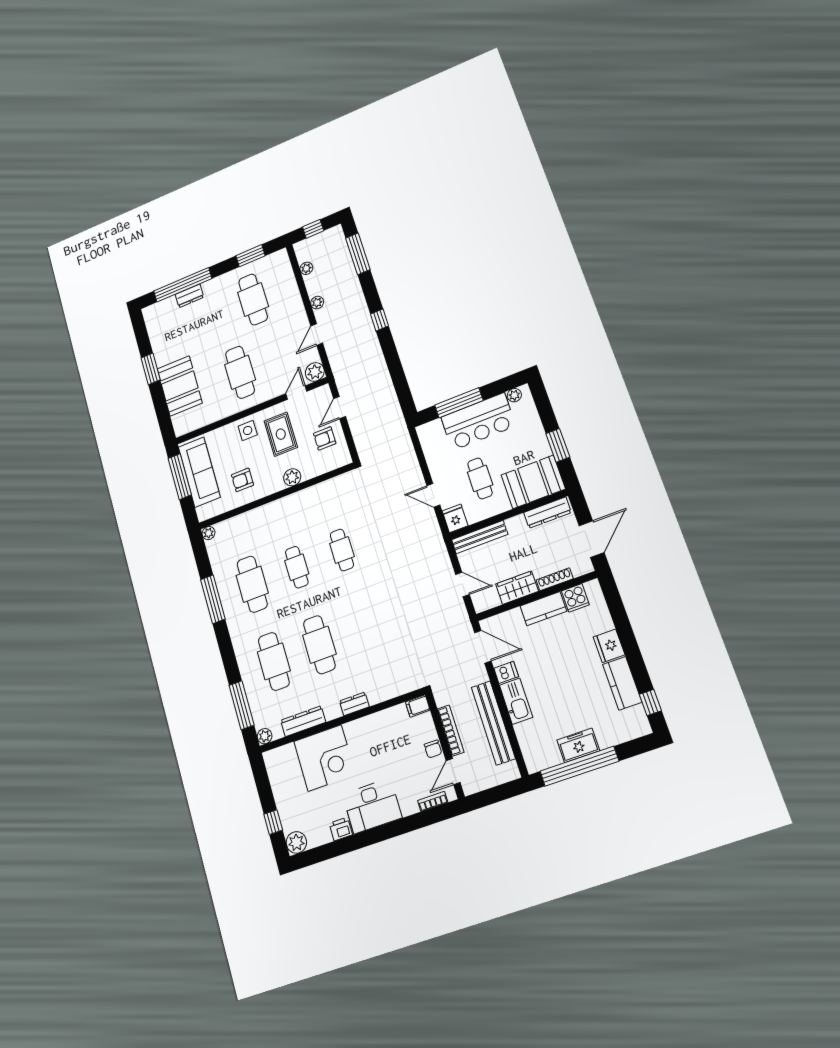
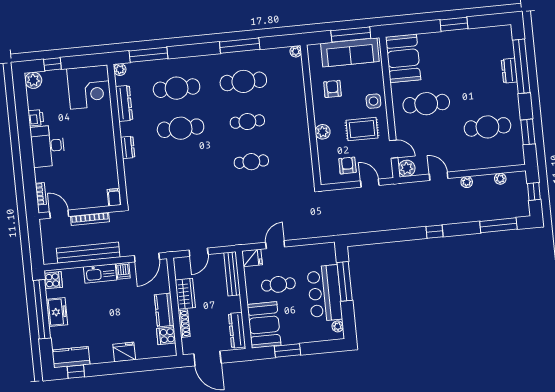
booth: (180, 386) -> (403, 58), moved, turned 90
kitchen counter: (622, 683) -> (71, 357), moved
chair: (433, 749) -> (79, 202), removed
corner desk: (325, 758) -> (89, 87), moved, turned -90
cooker: (538, 760) -> (53, 280), added

